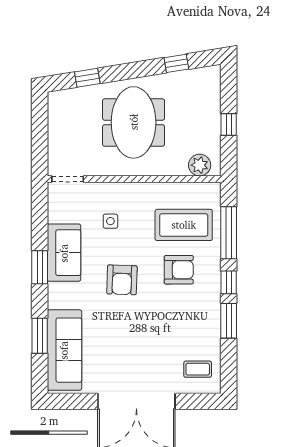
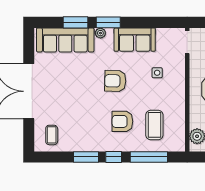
coffee table: (184, 225) -> (154, 125), width x0.73, depth x0.76
window: (40, 267) -> (108, 22), moved
armchair: (179, 270) -> (122, 121), turned 90
plant: (55, 301) -> (100, 33), added

